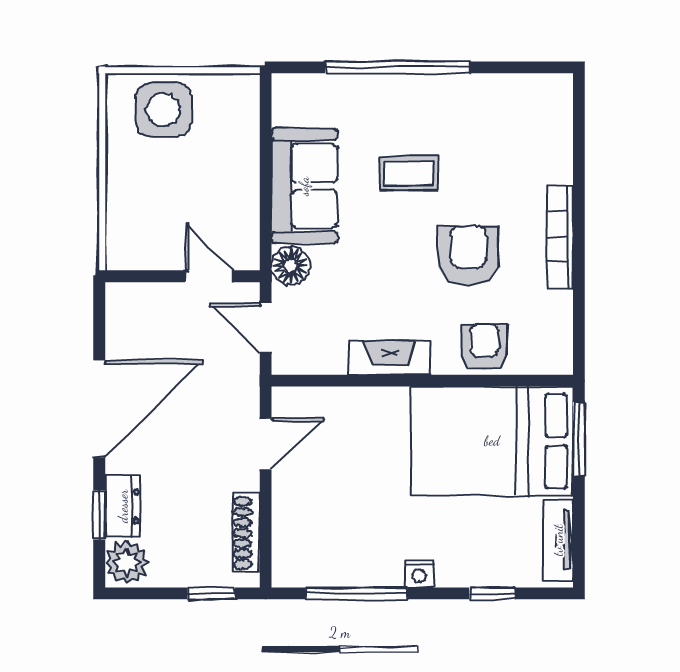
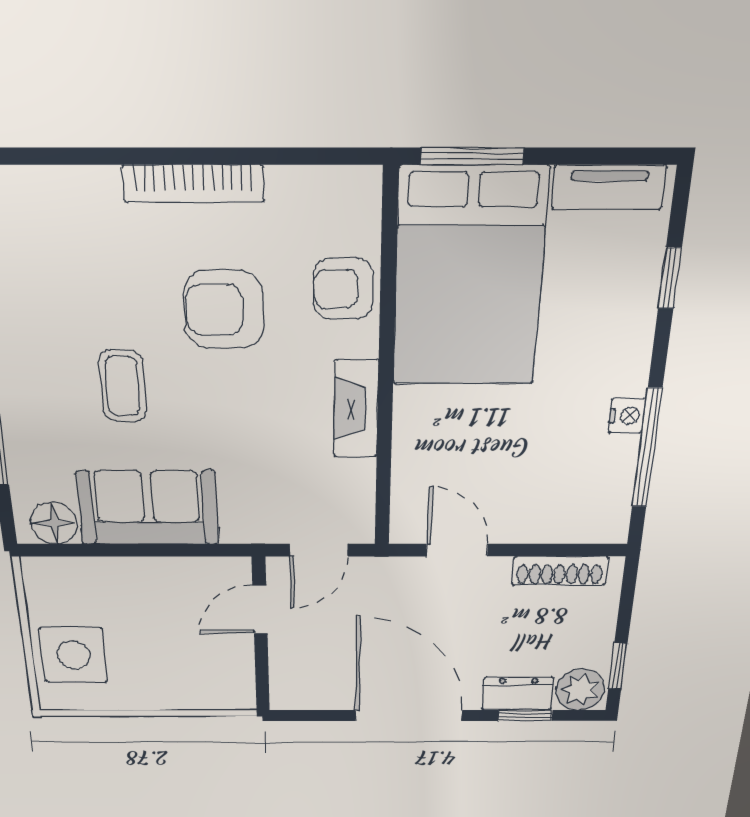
floor lamp: (291, 266) -> (54, 523), moved
nightstand: (419, 574) -> (627, 416), moved
window: (211, 593) -> (618, 666), moved

